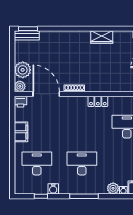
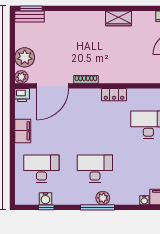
door: (46, 94) -> (53, 86), swing flipped
plant: (113, 188) -> (103, 198), moved
water cooler: (53, 189) -> (45, 199), moved

